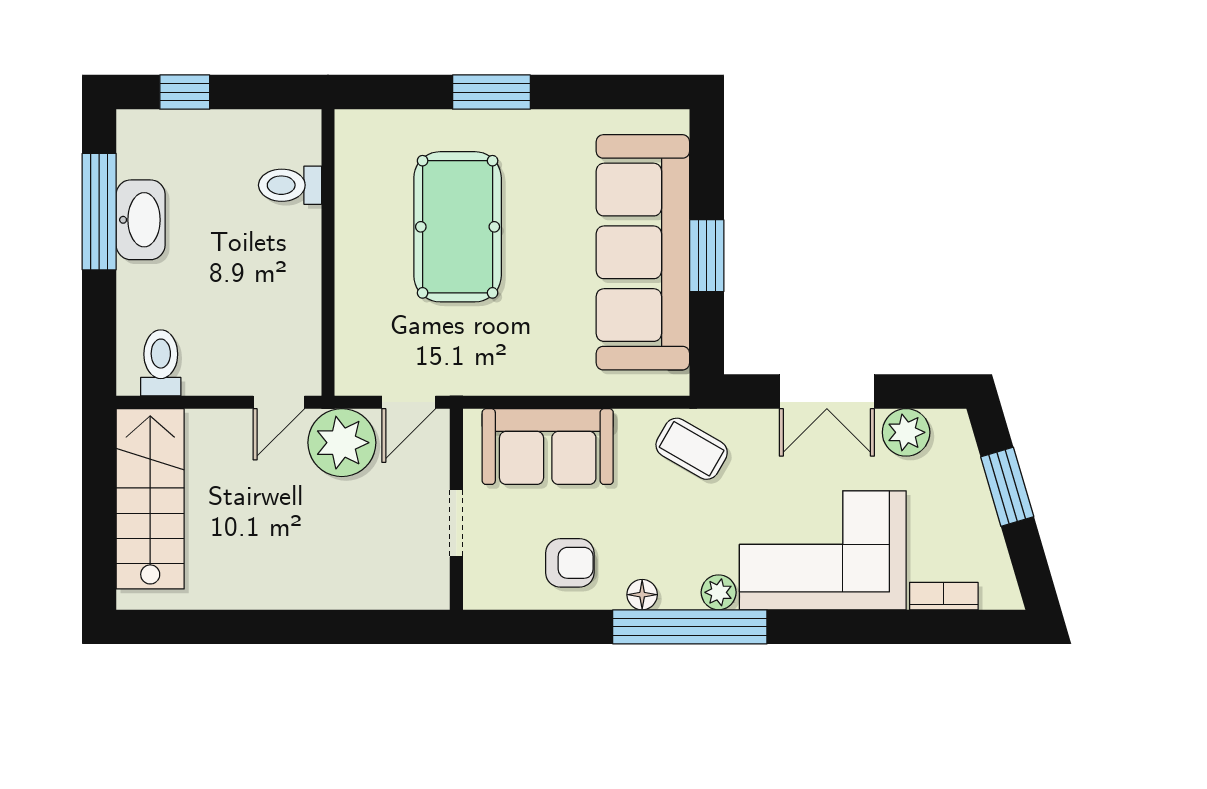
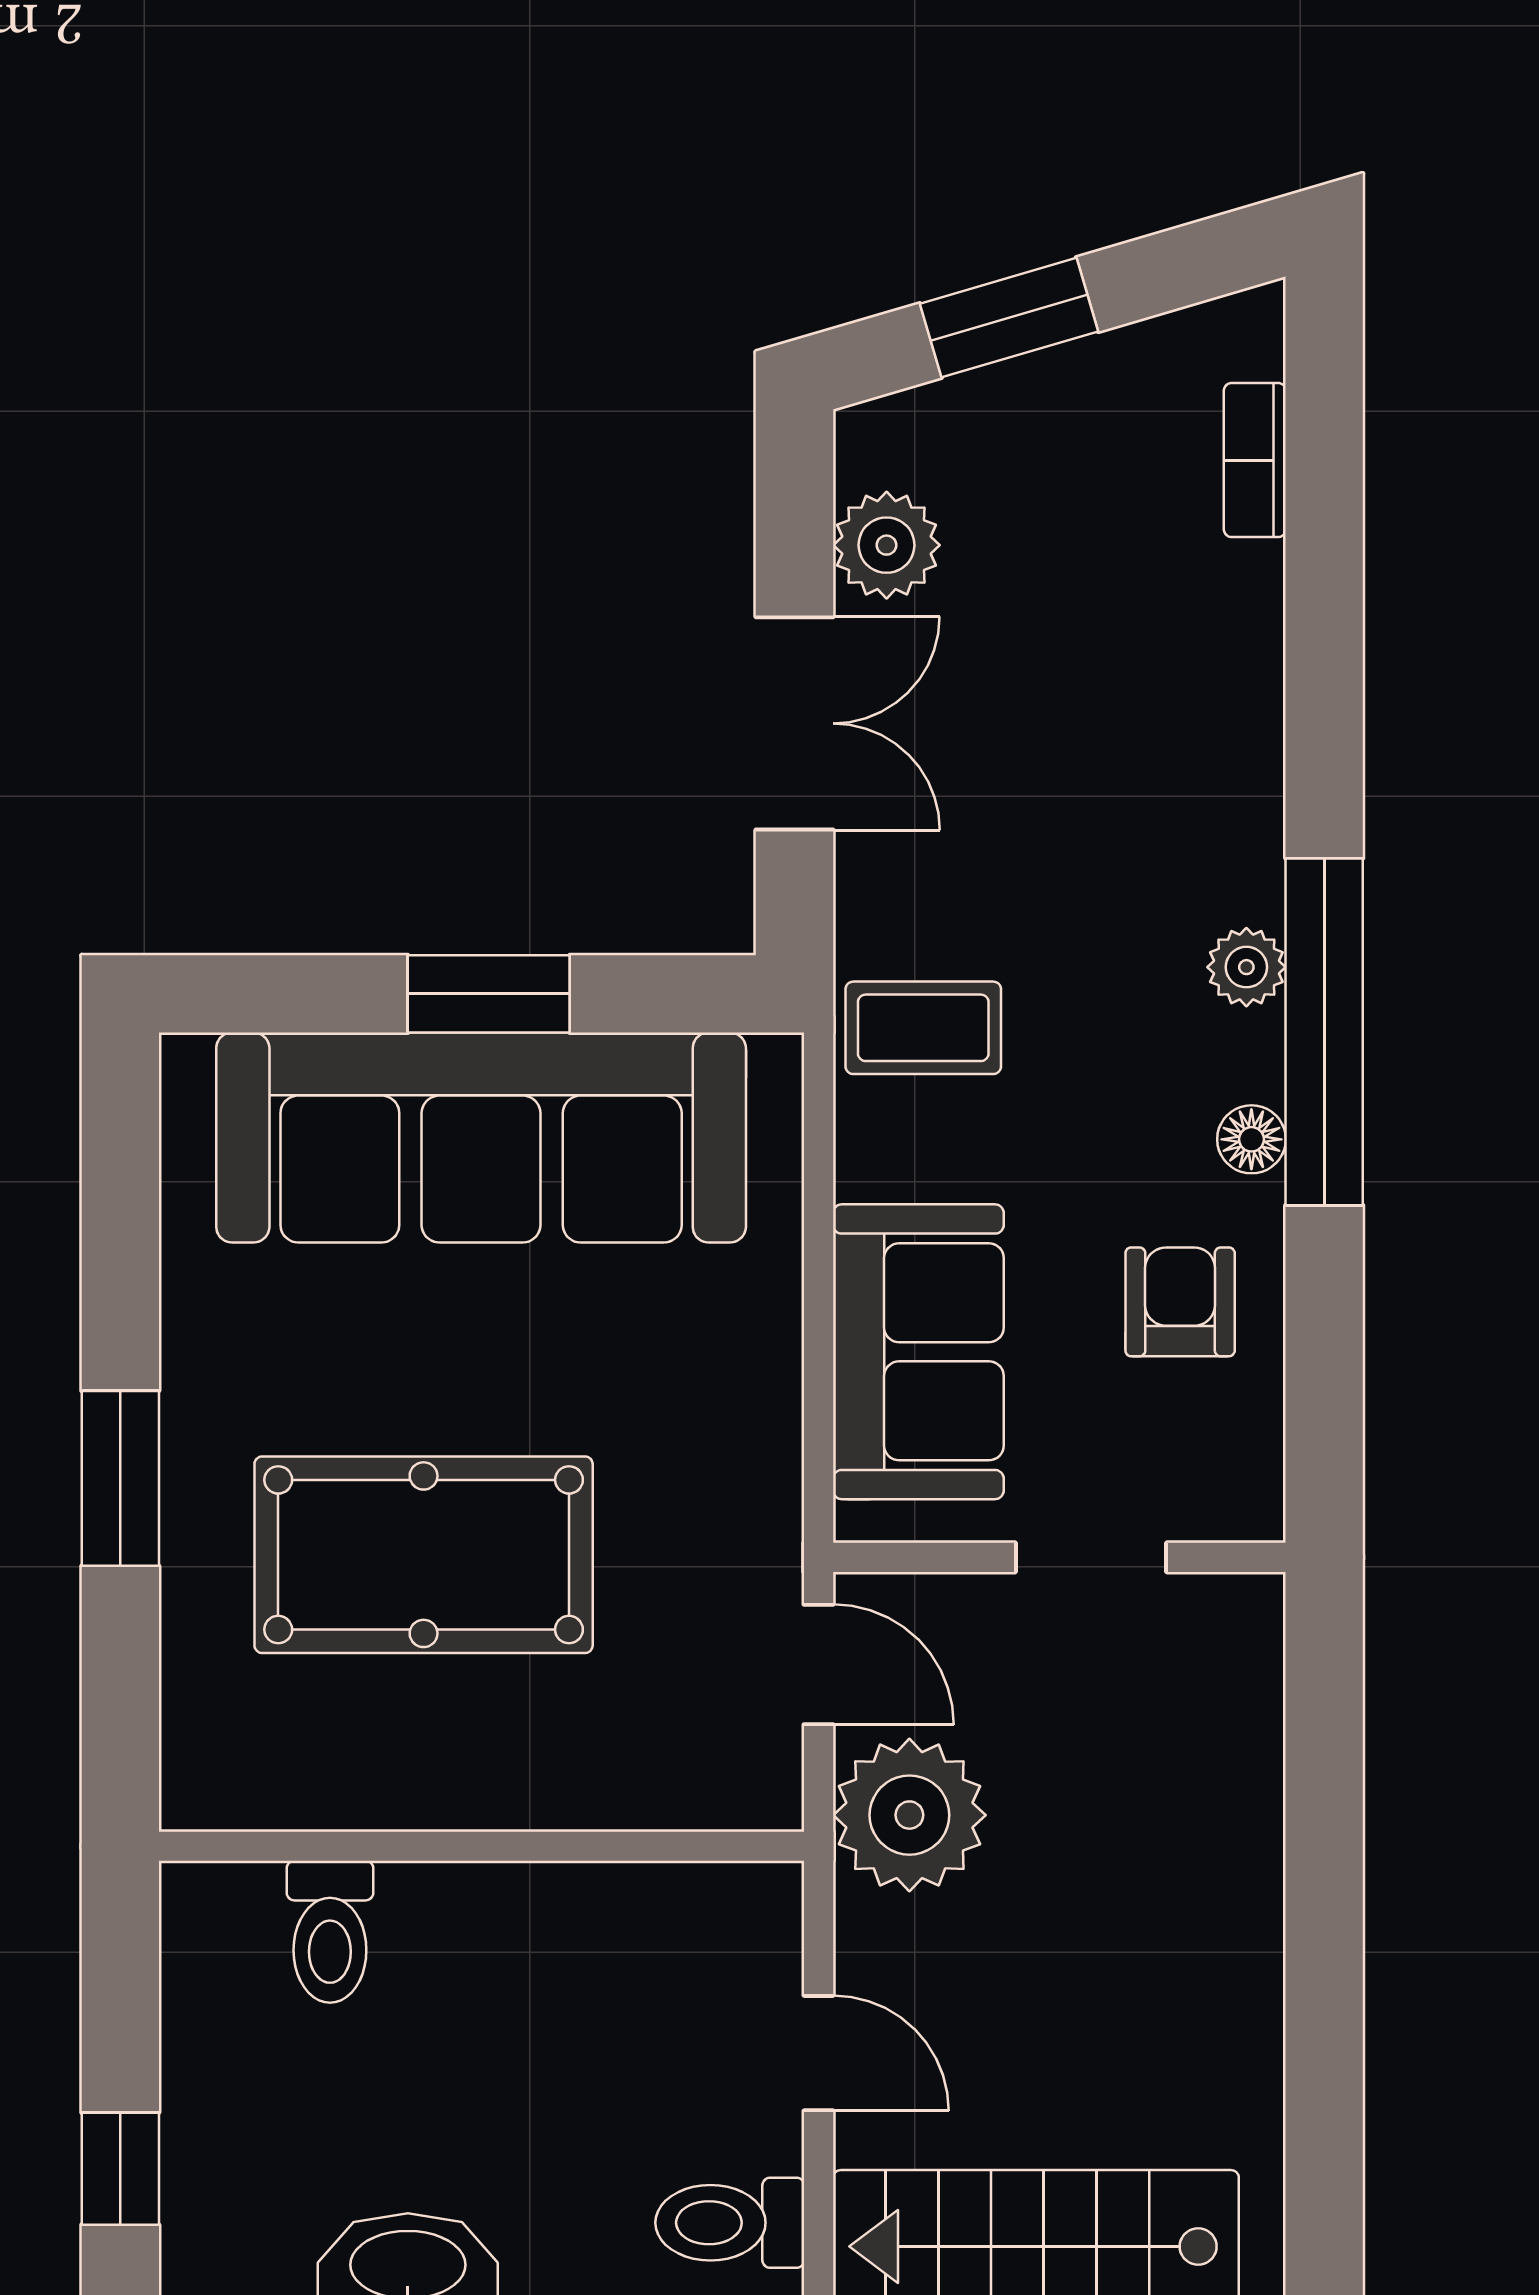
door: (279, 402) -> (819, 2053), moved
coffee table: (692, 449) -> (923, 1028), turned 60
corner sofa: (823, 550) -> (1152, 732), removed

